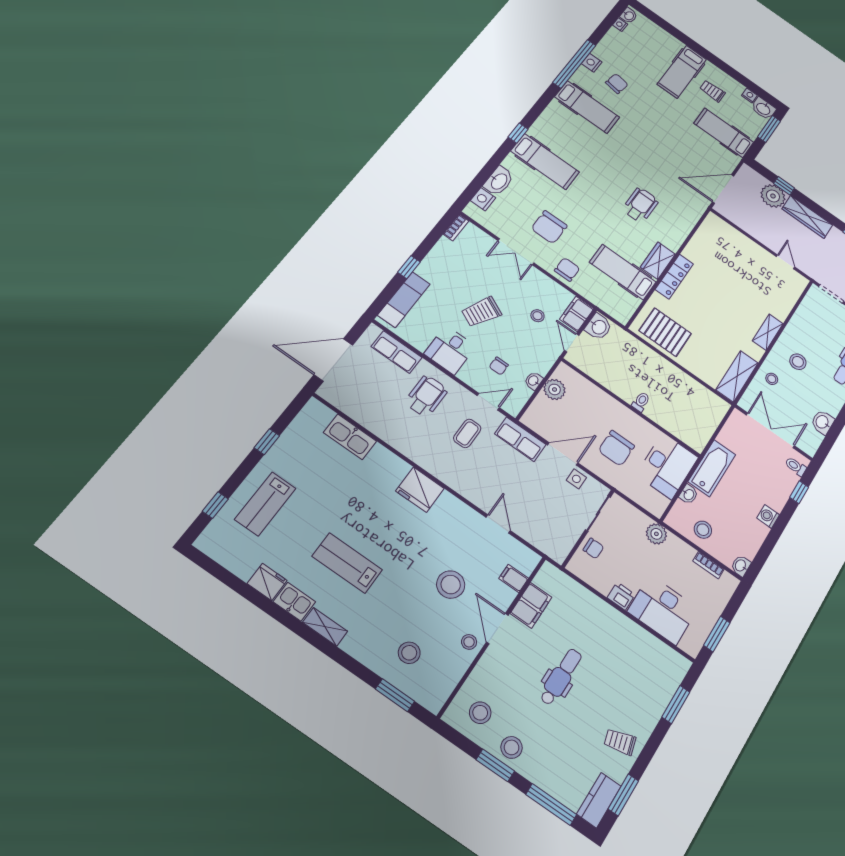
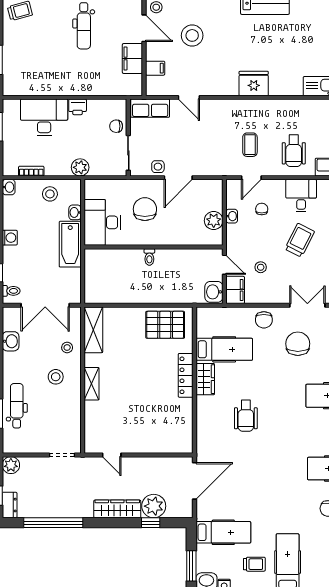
row of seats: (520, 439) -> (150, 108), moved, turned 180

